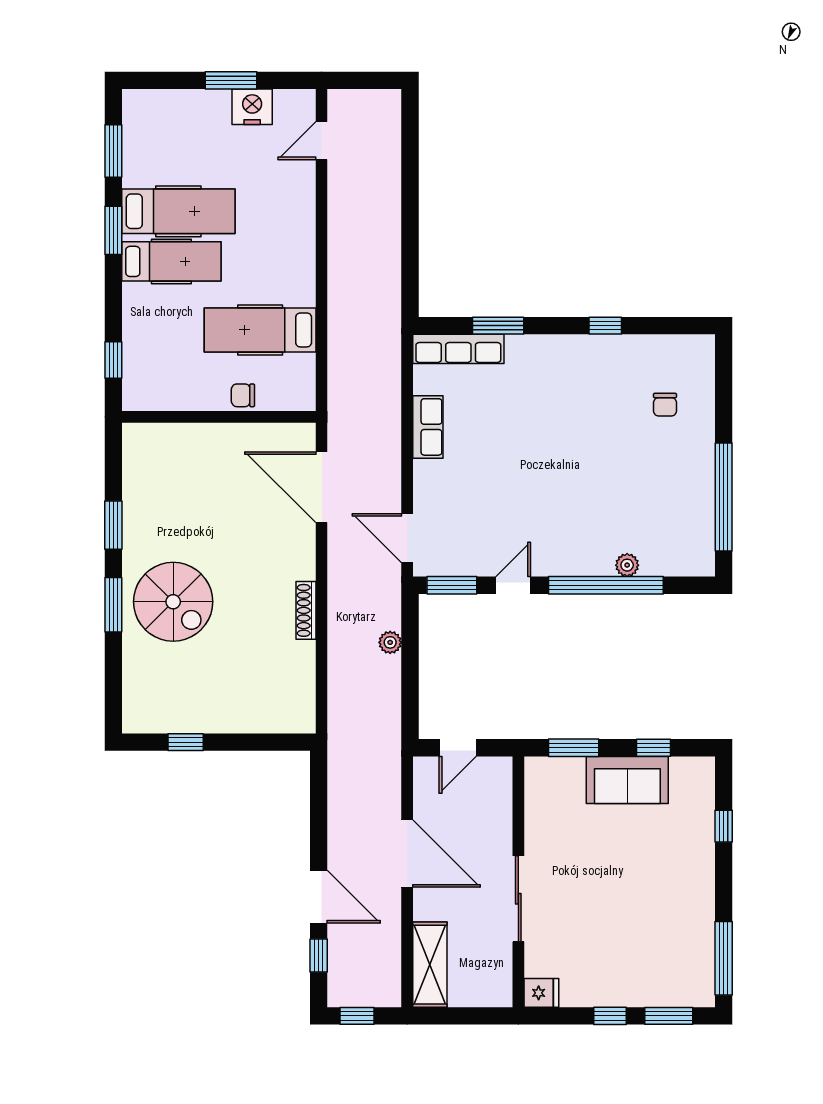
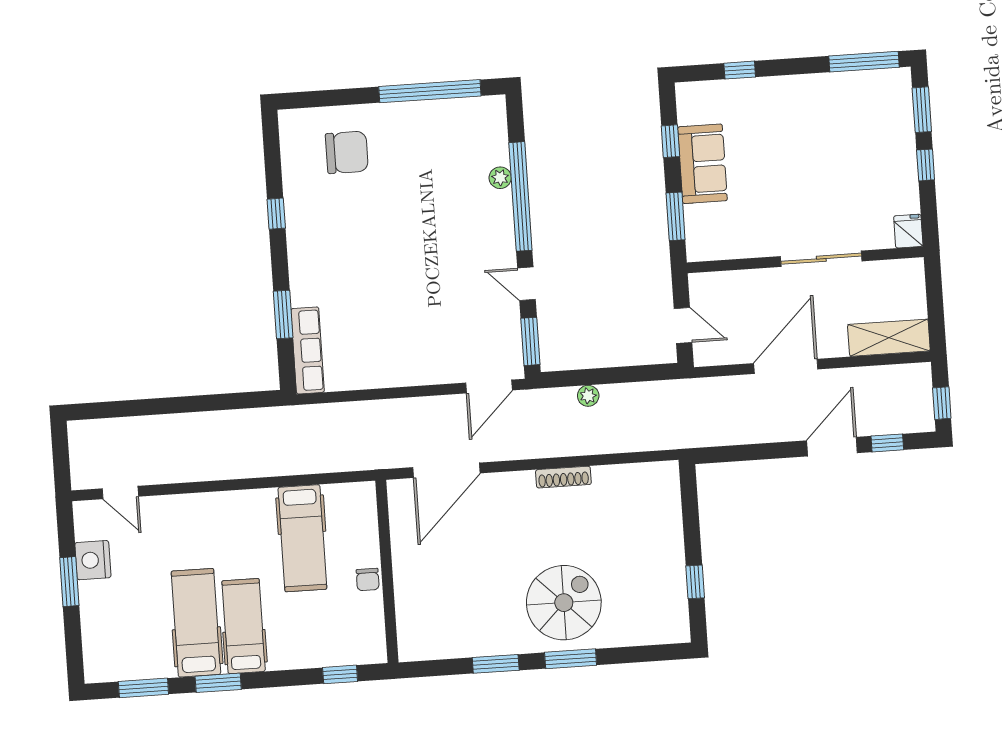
chair: (243, 395) -> (368, 580), moved
chair: (665, 405) -> (347, 152), width x1.87, depth x1.87
row of seats: (428, 427) -> (383, 374), removed

